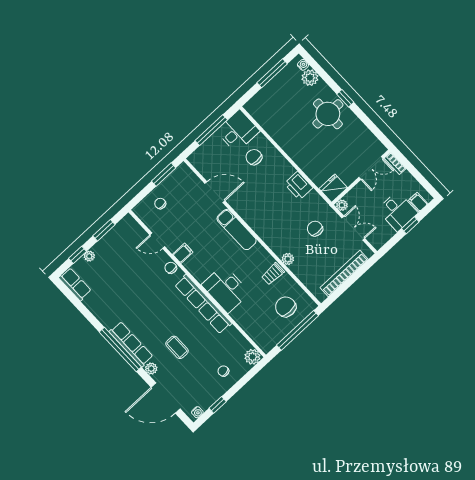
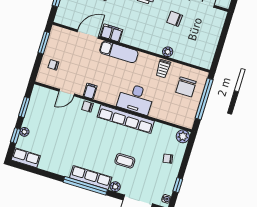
filing cabinet: (240, 205) -> (112, 33), added
bookcase: (344, 273) -> (214, 39), removed
chair: (286, 307) -> (186, 87), turned -90

